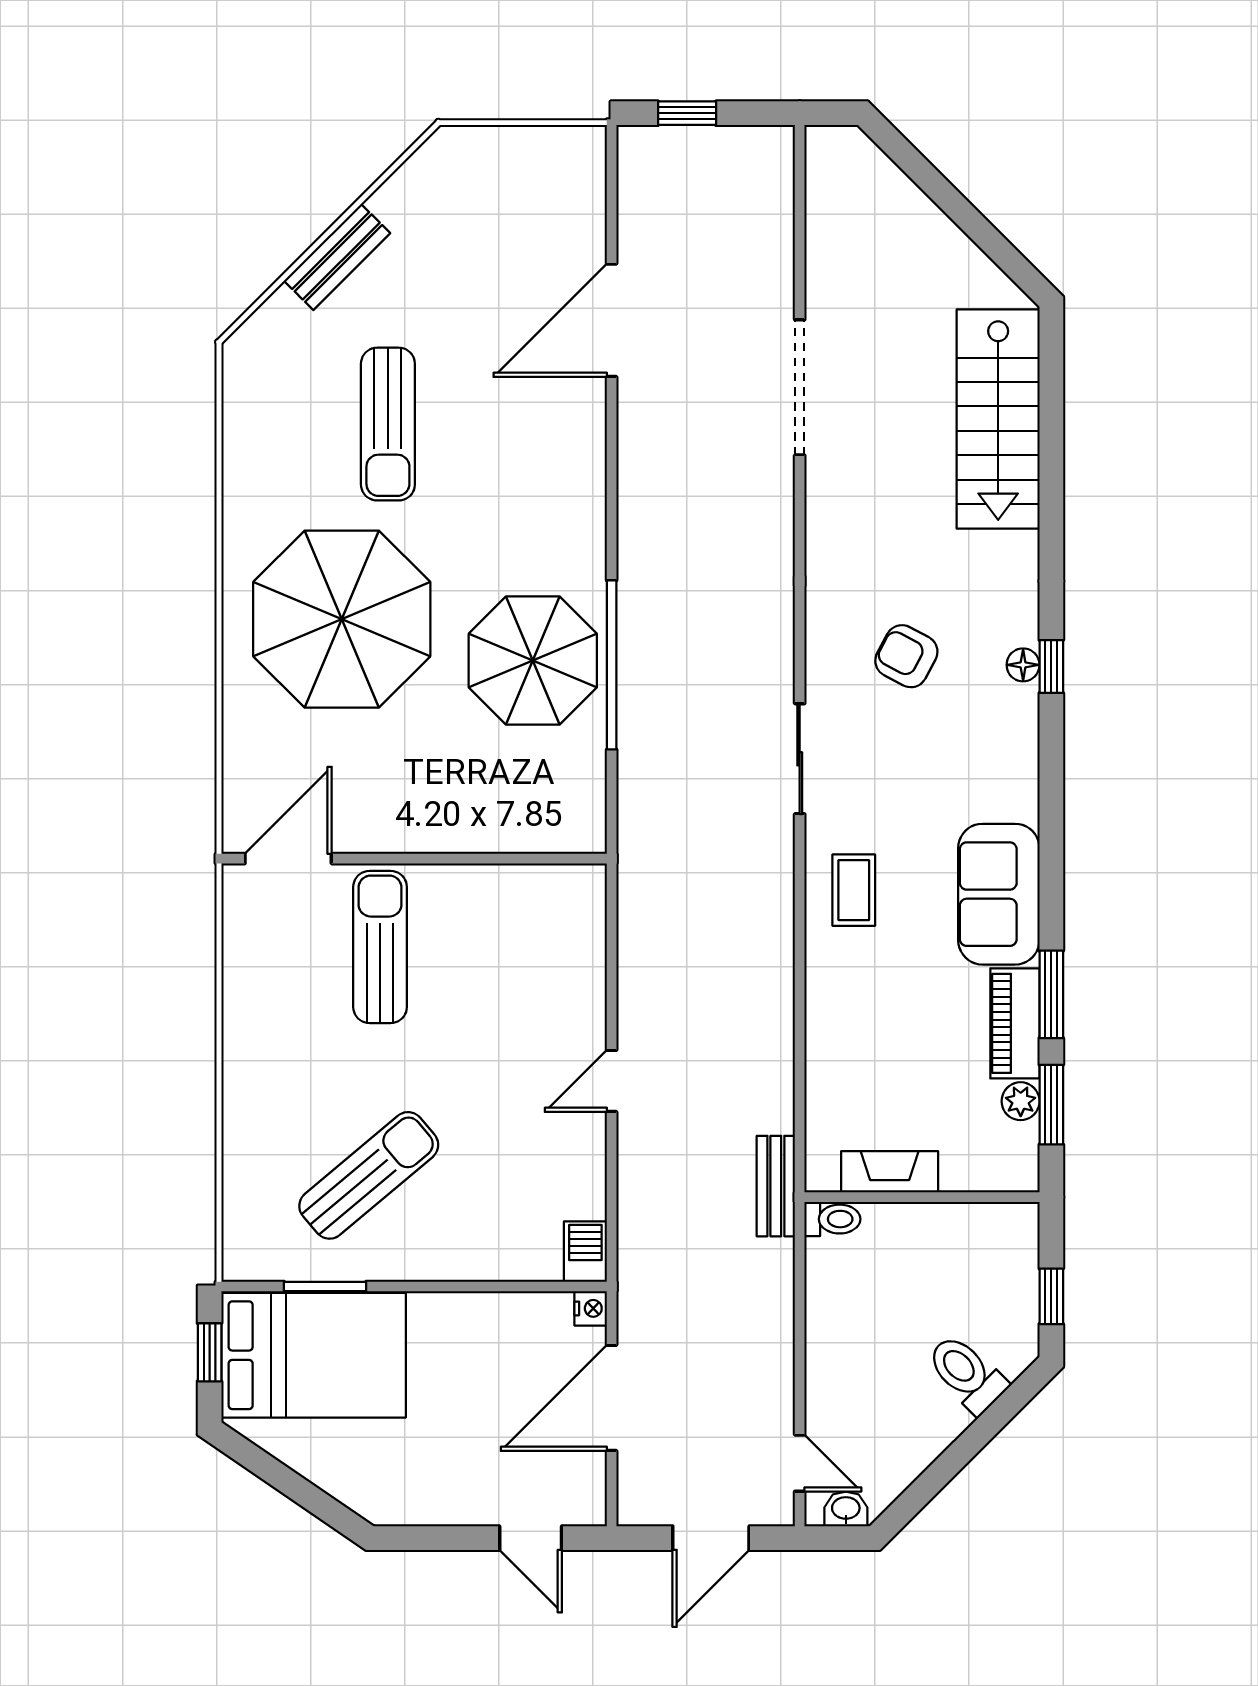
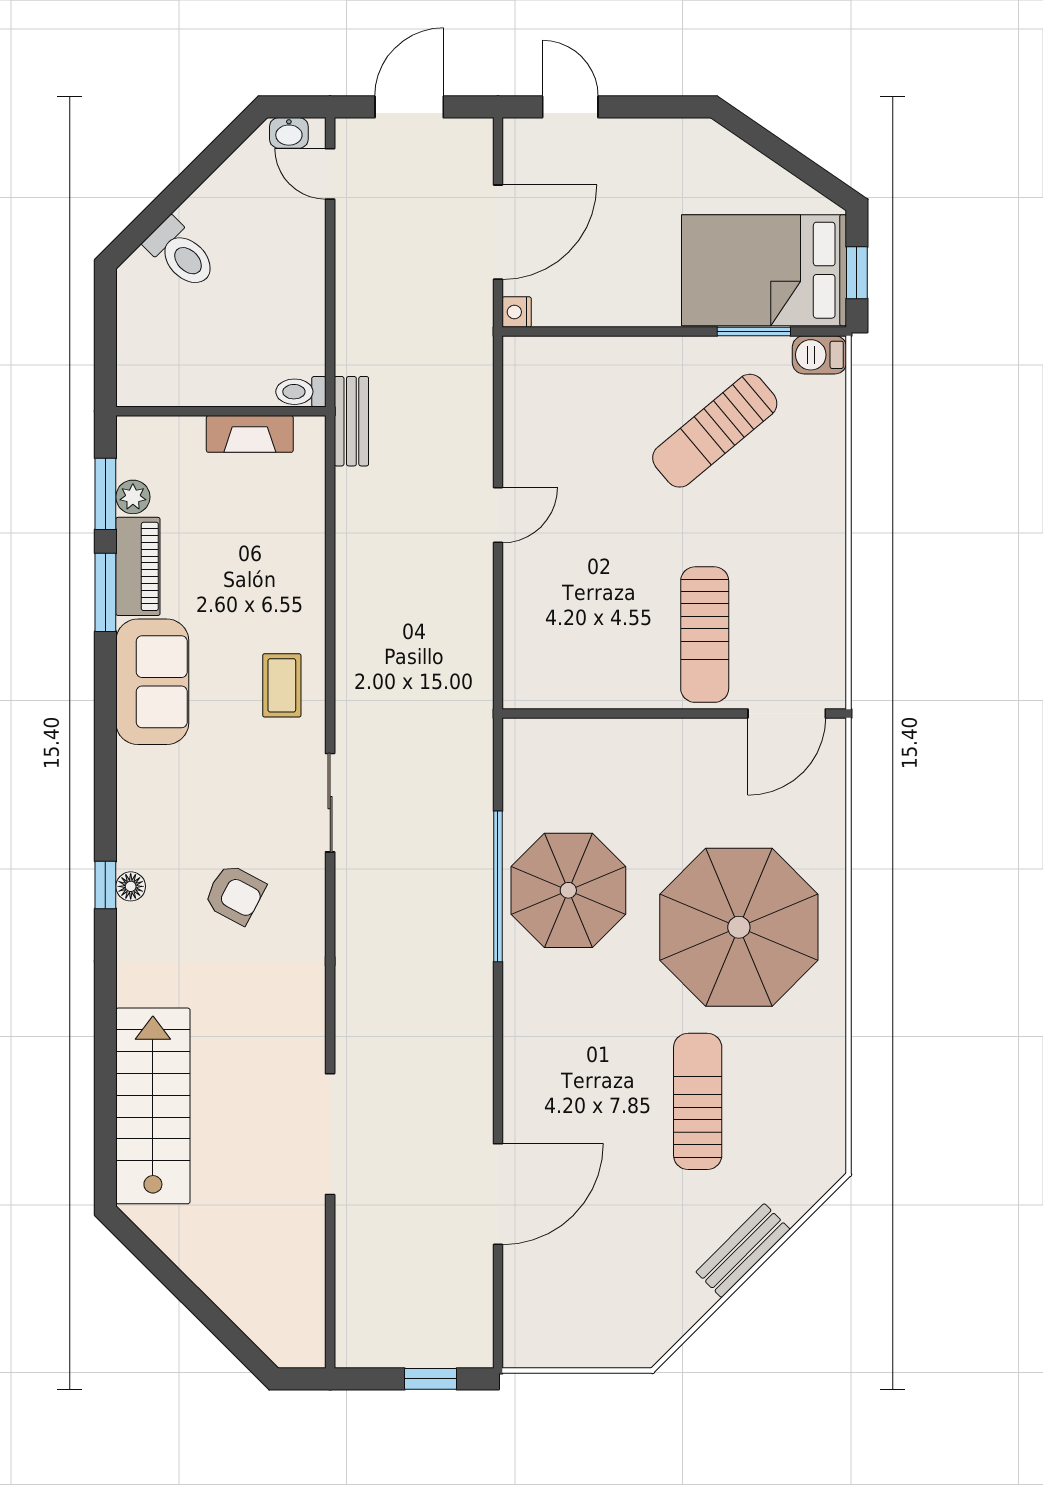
barbecue: (585, 1252) -> (819, 355), moved, turned 90
window: (1051, 1296) -> (105, 323), removed

